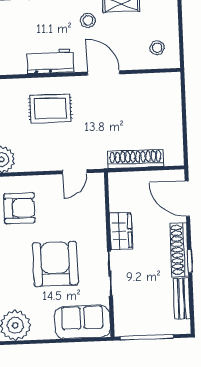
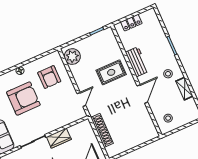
rug: (50, 108) -> (111, 72), turned 90
door: (74, 172) -> (81, 100), swing flipped
armchair: (55, 264) -> (23, 99), moved

